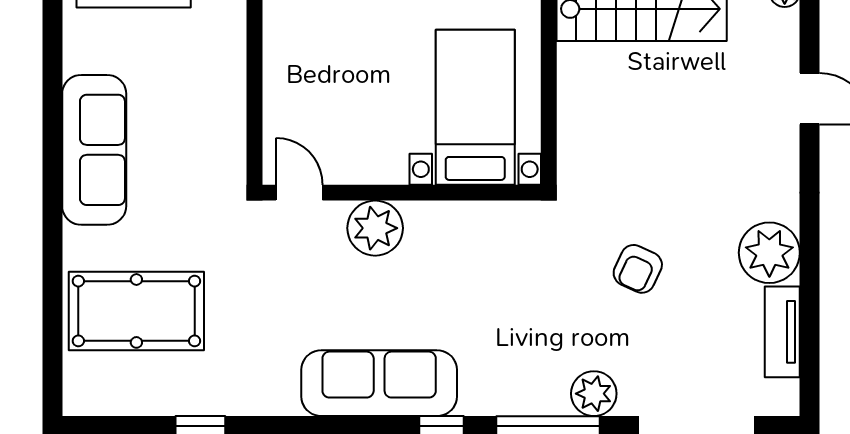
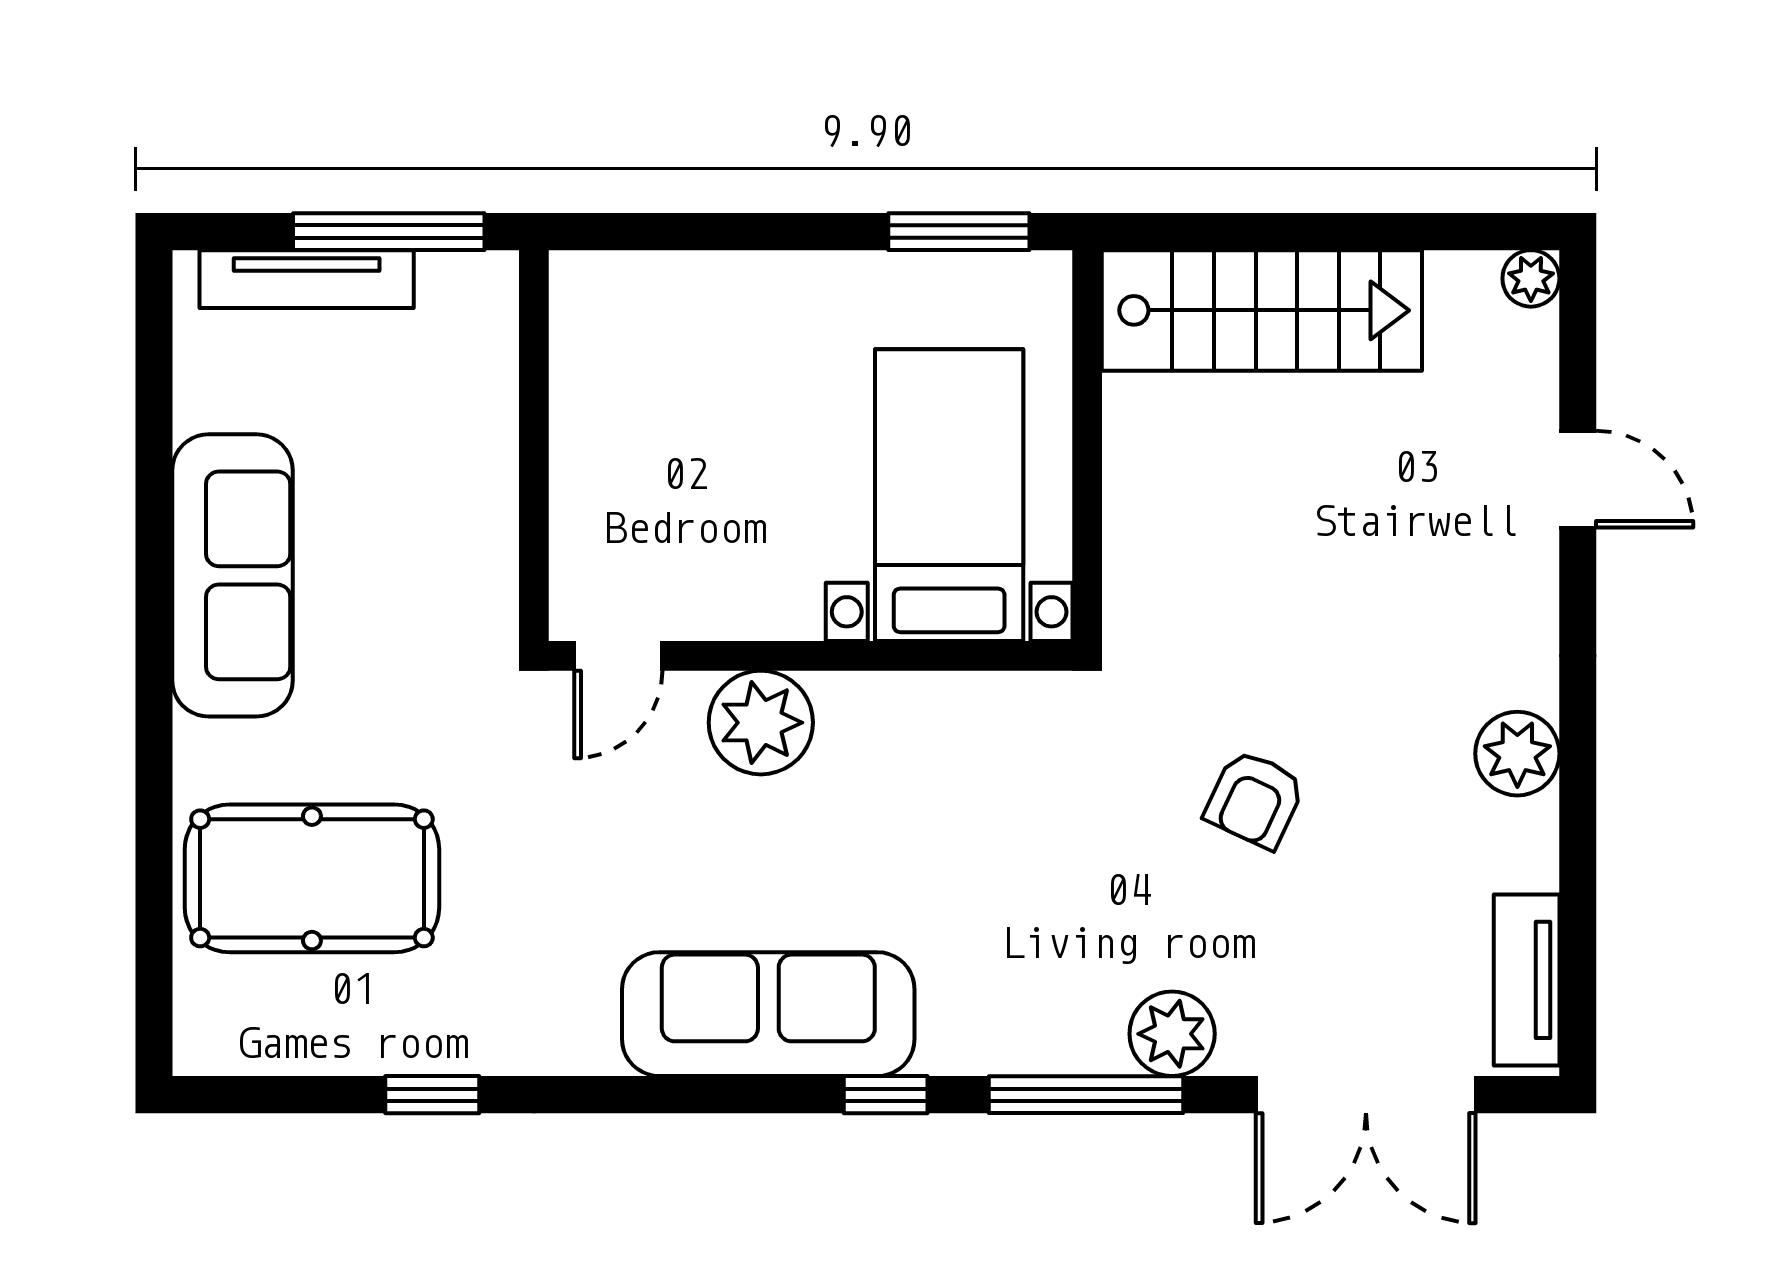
door: (299, 193) -> (618, 656), swing flipped
plant: (769, 253) -> (1517, 754), width x0.73, depth x0.73
tv unit: (782, 332) -> (1527, 980), moved

